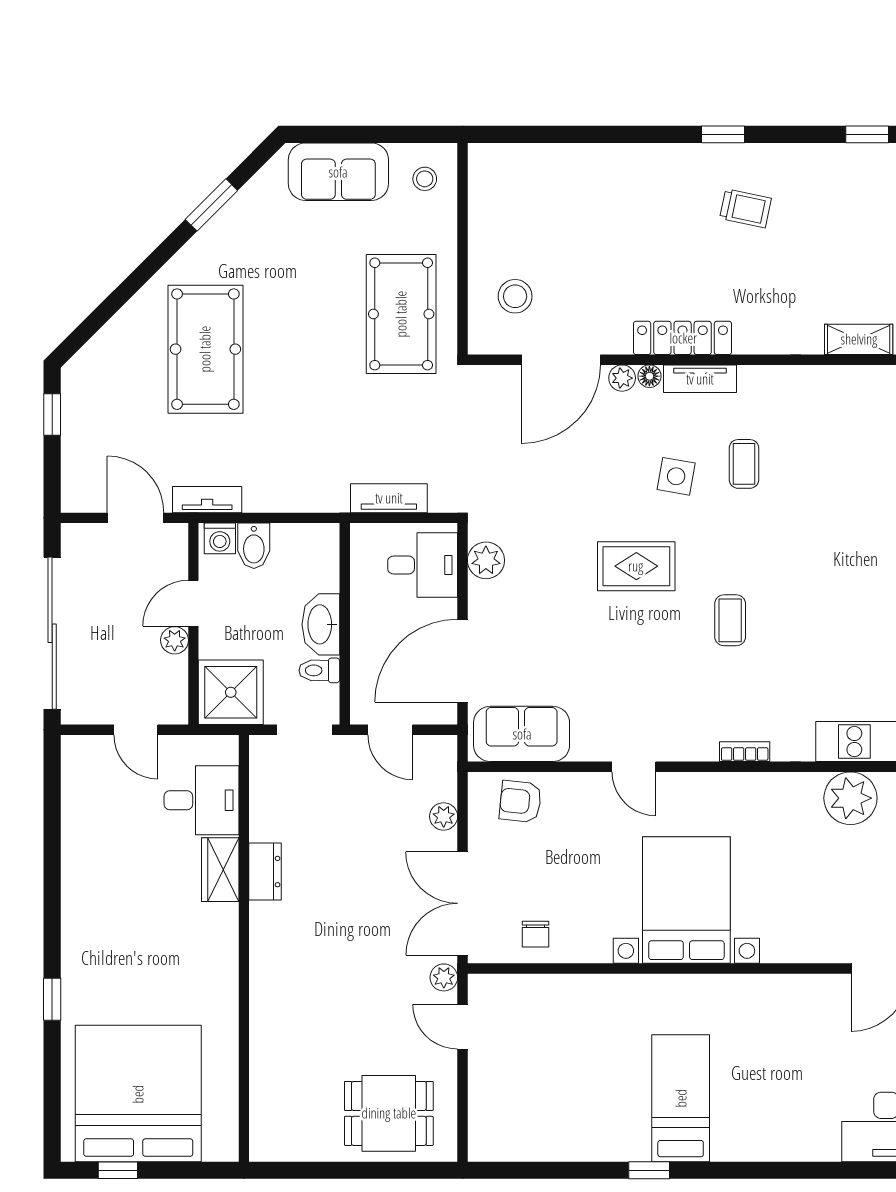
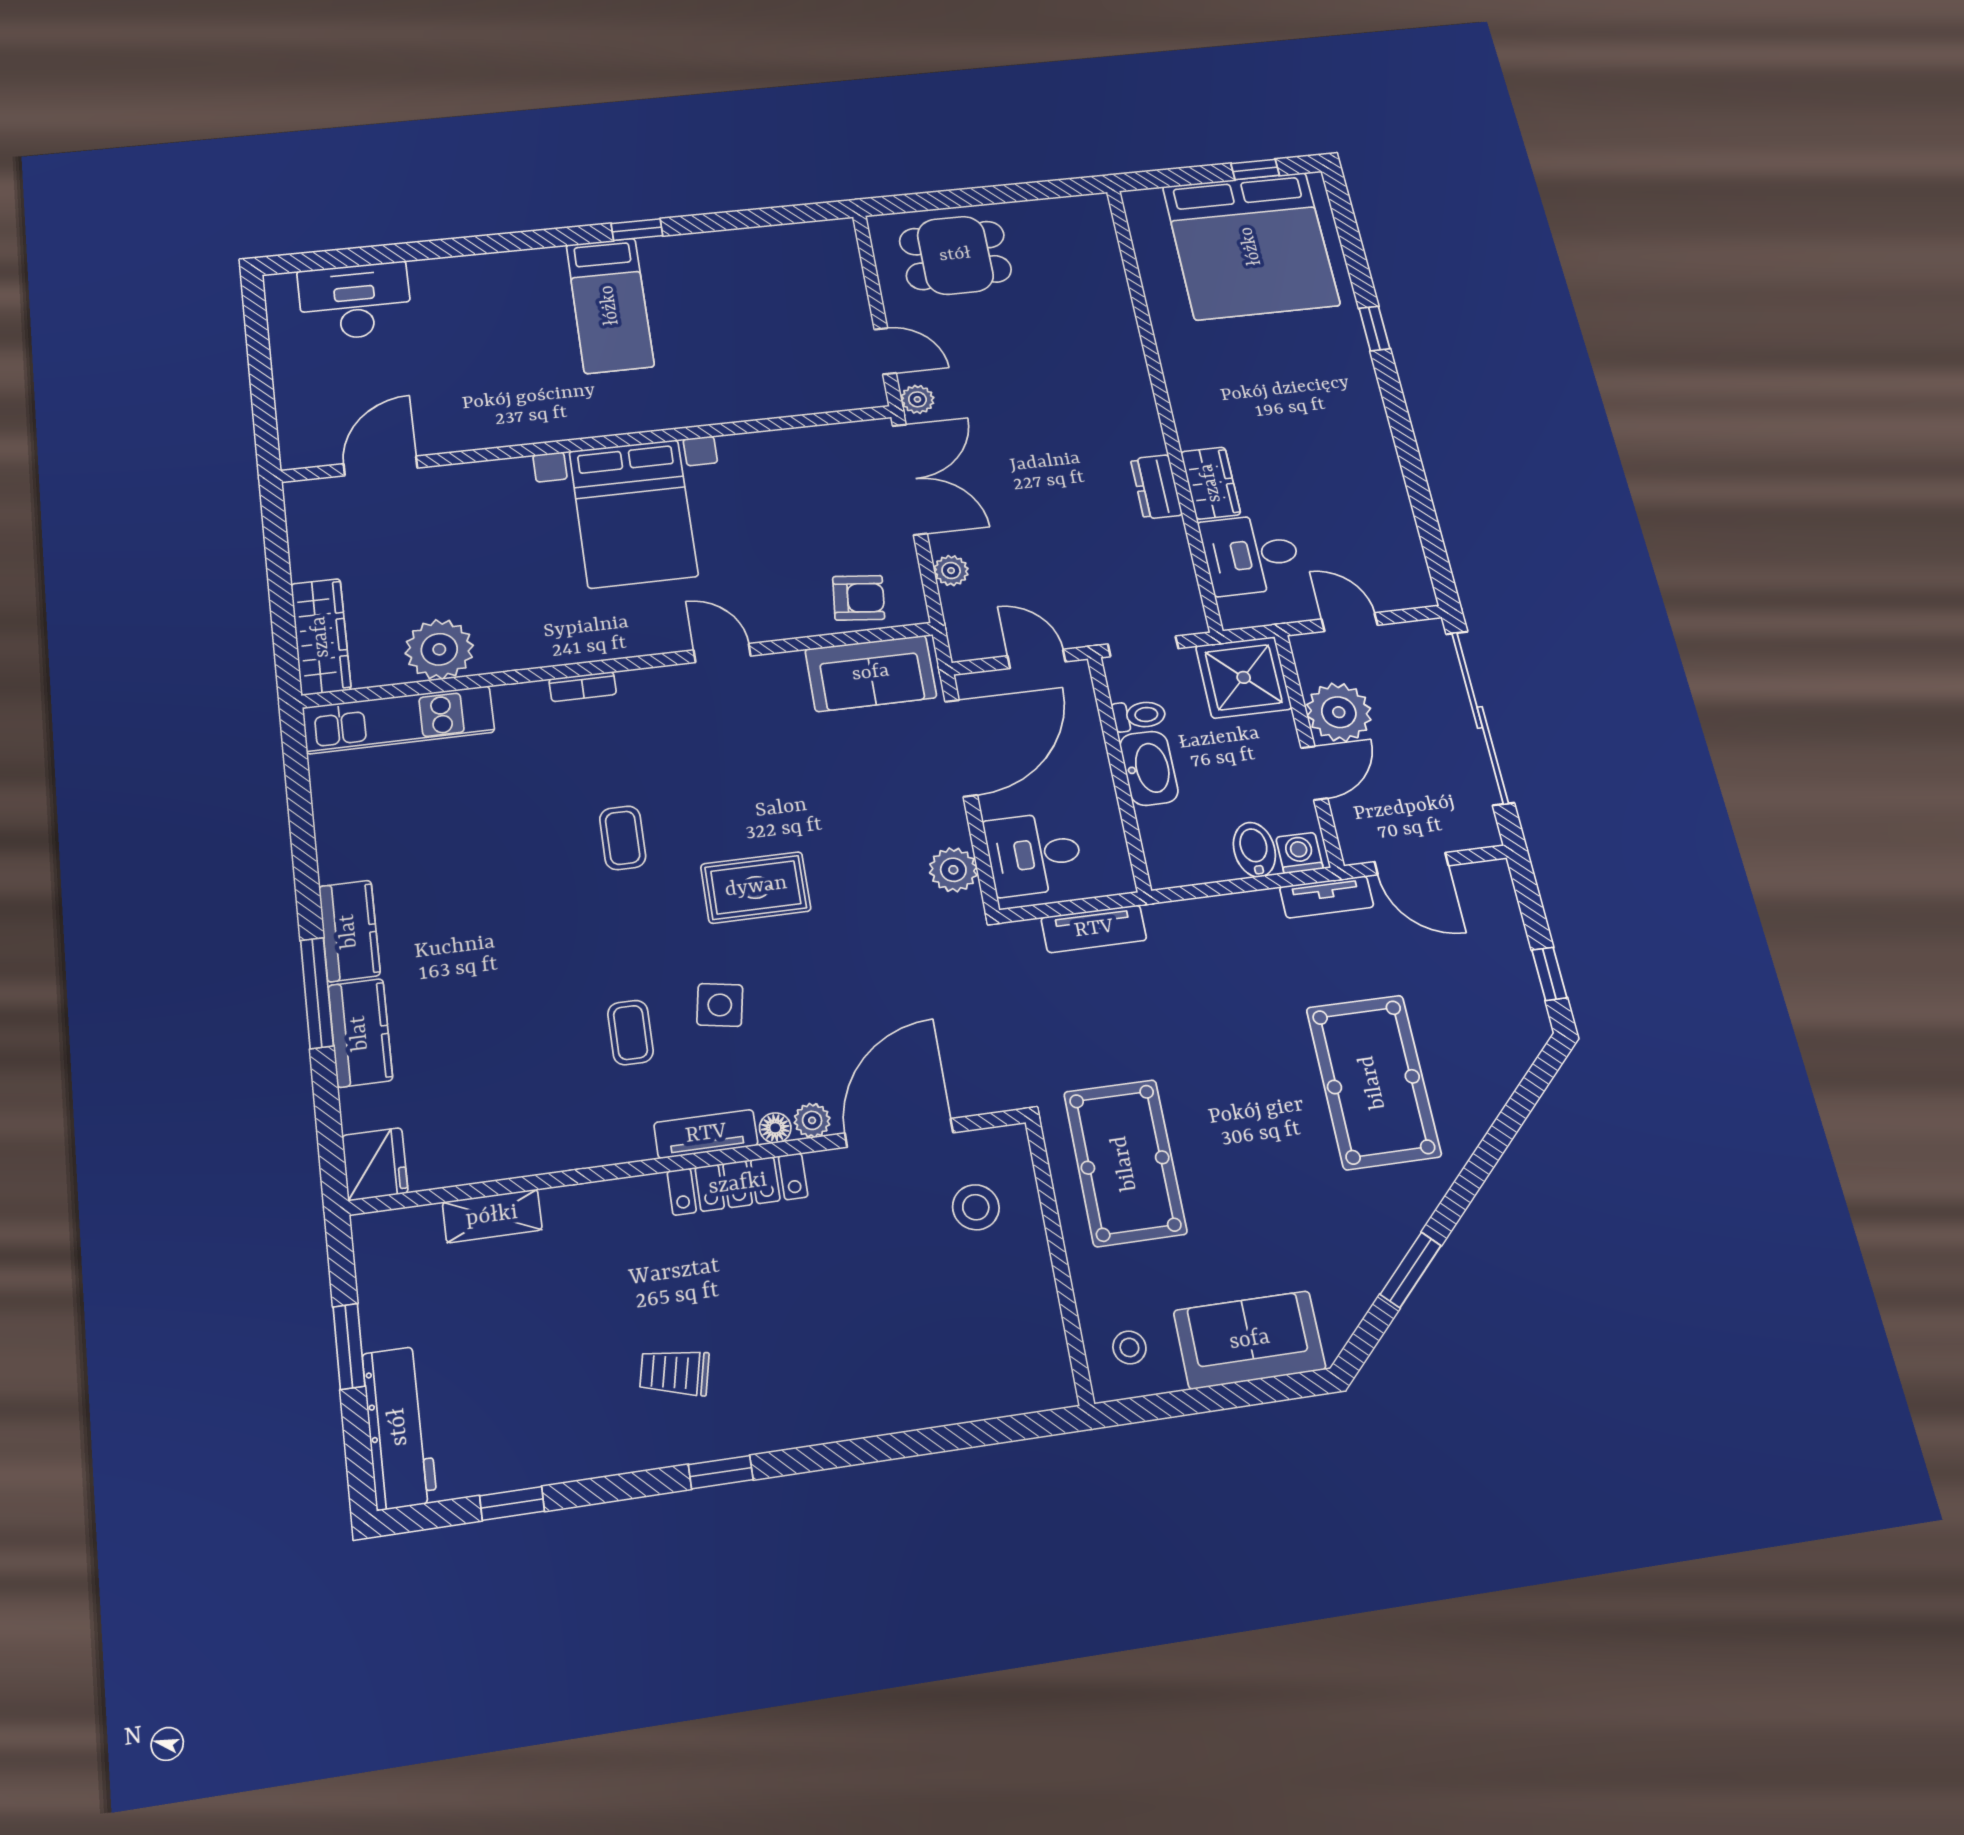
plant: (175, 640) -> (1339, 712), width x1.87, depth x1.87
chair: (535, 934) -> (814, 457), removed

